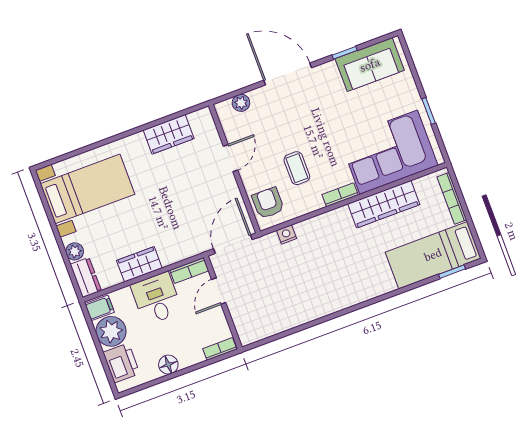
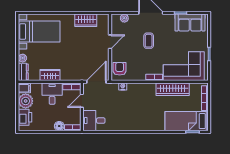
coffee table: (297, 168) -> (149, 41), moved
desk: (256, 320) -> (94, 121), added
floor lamp: (168, 365) -> (59, 126), moved

